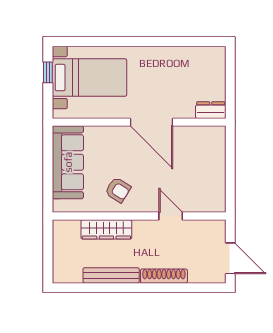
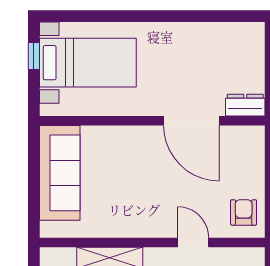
door: (152, 122) -> (191, 121), moved
armchair: (118, 190) -> (244, 212), moved, turned -122

